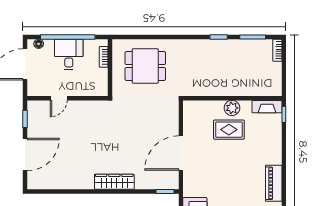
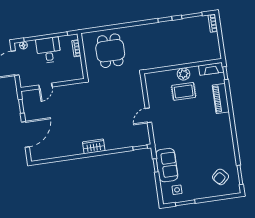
dining table: (145, 66) -> (110, 51), turned 90
door: (181, 153) -> (148, 115), width x0.53
wardrobe: (114, 182) -> (94, 146), width x0.67
piano: (274, 183) -> (221, 99), moved

